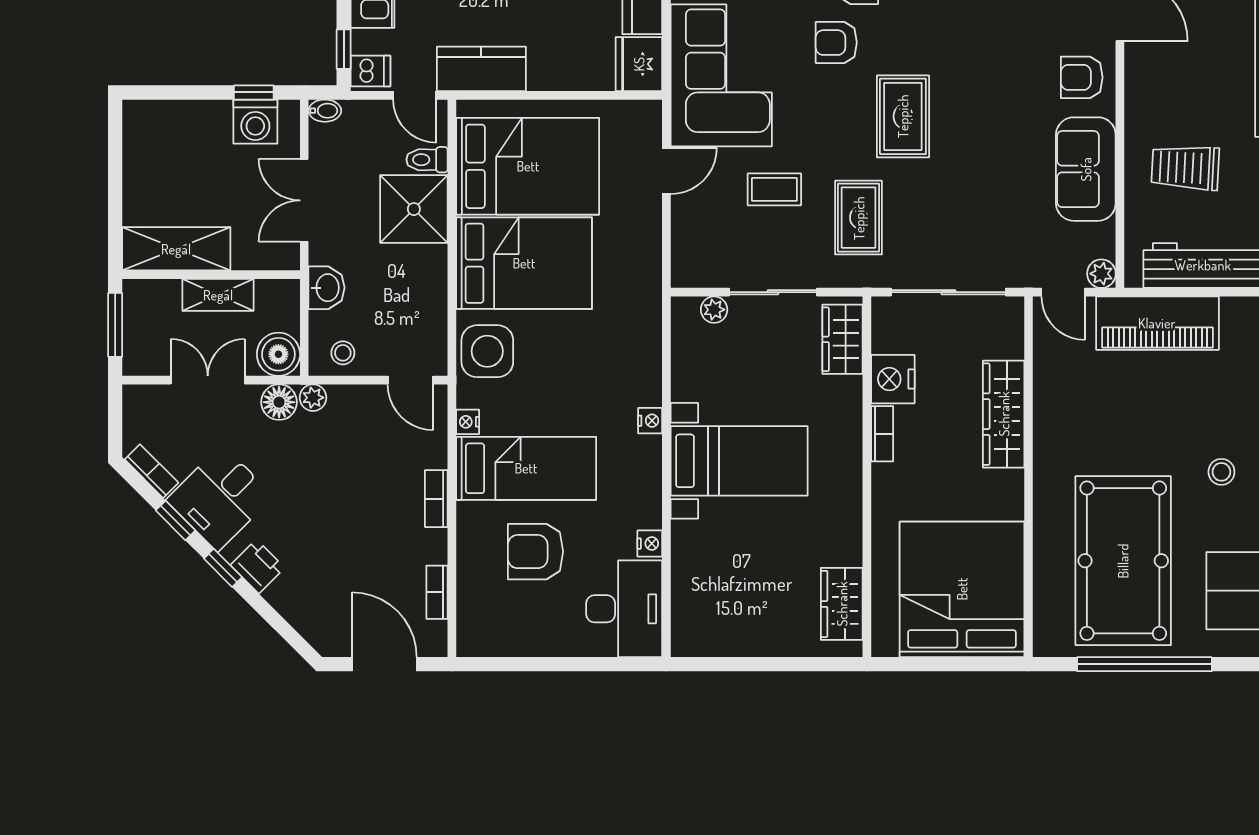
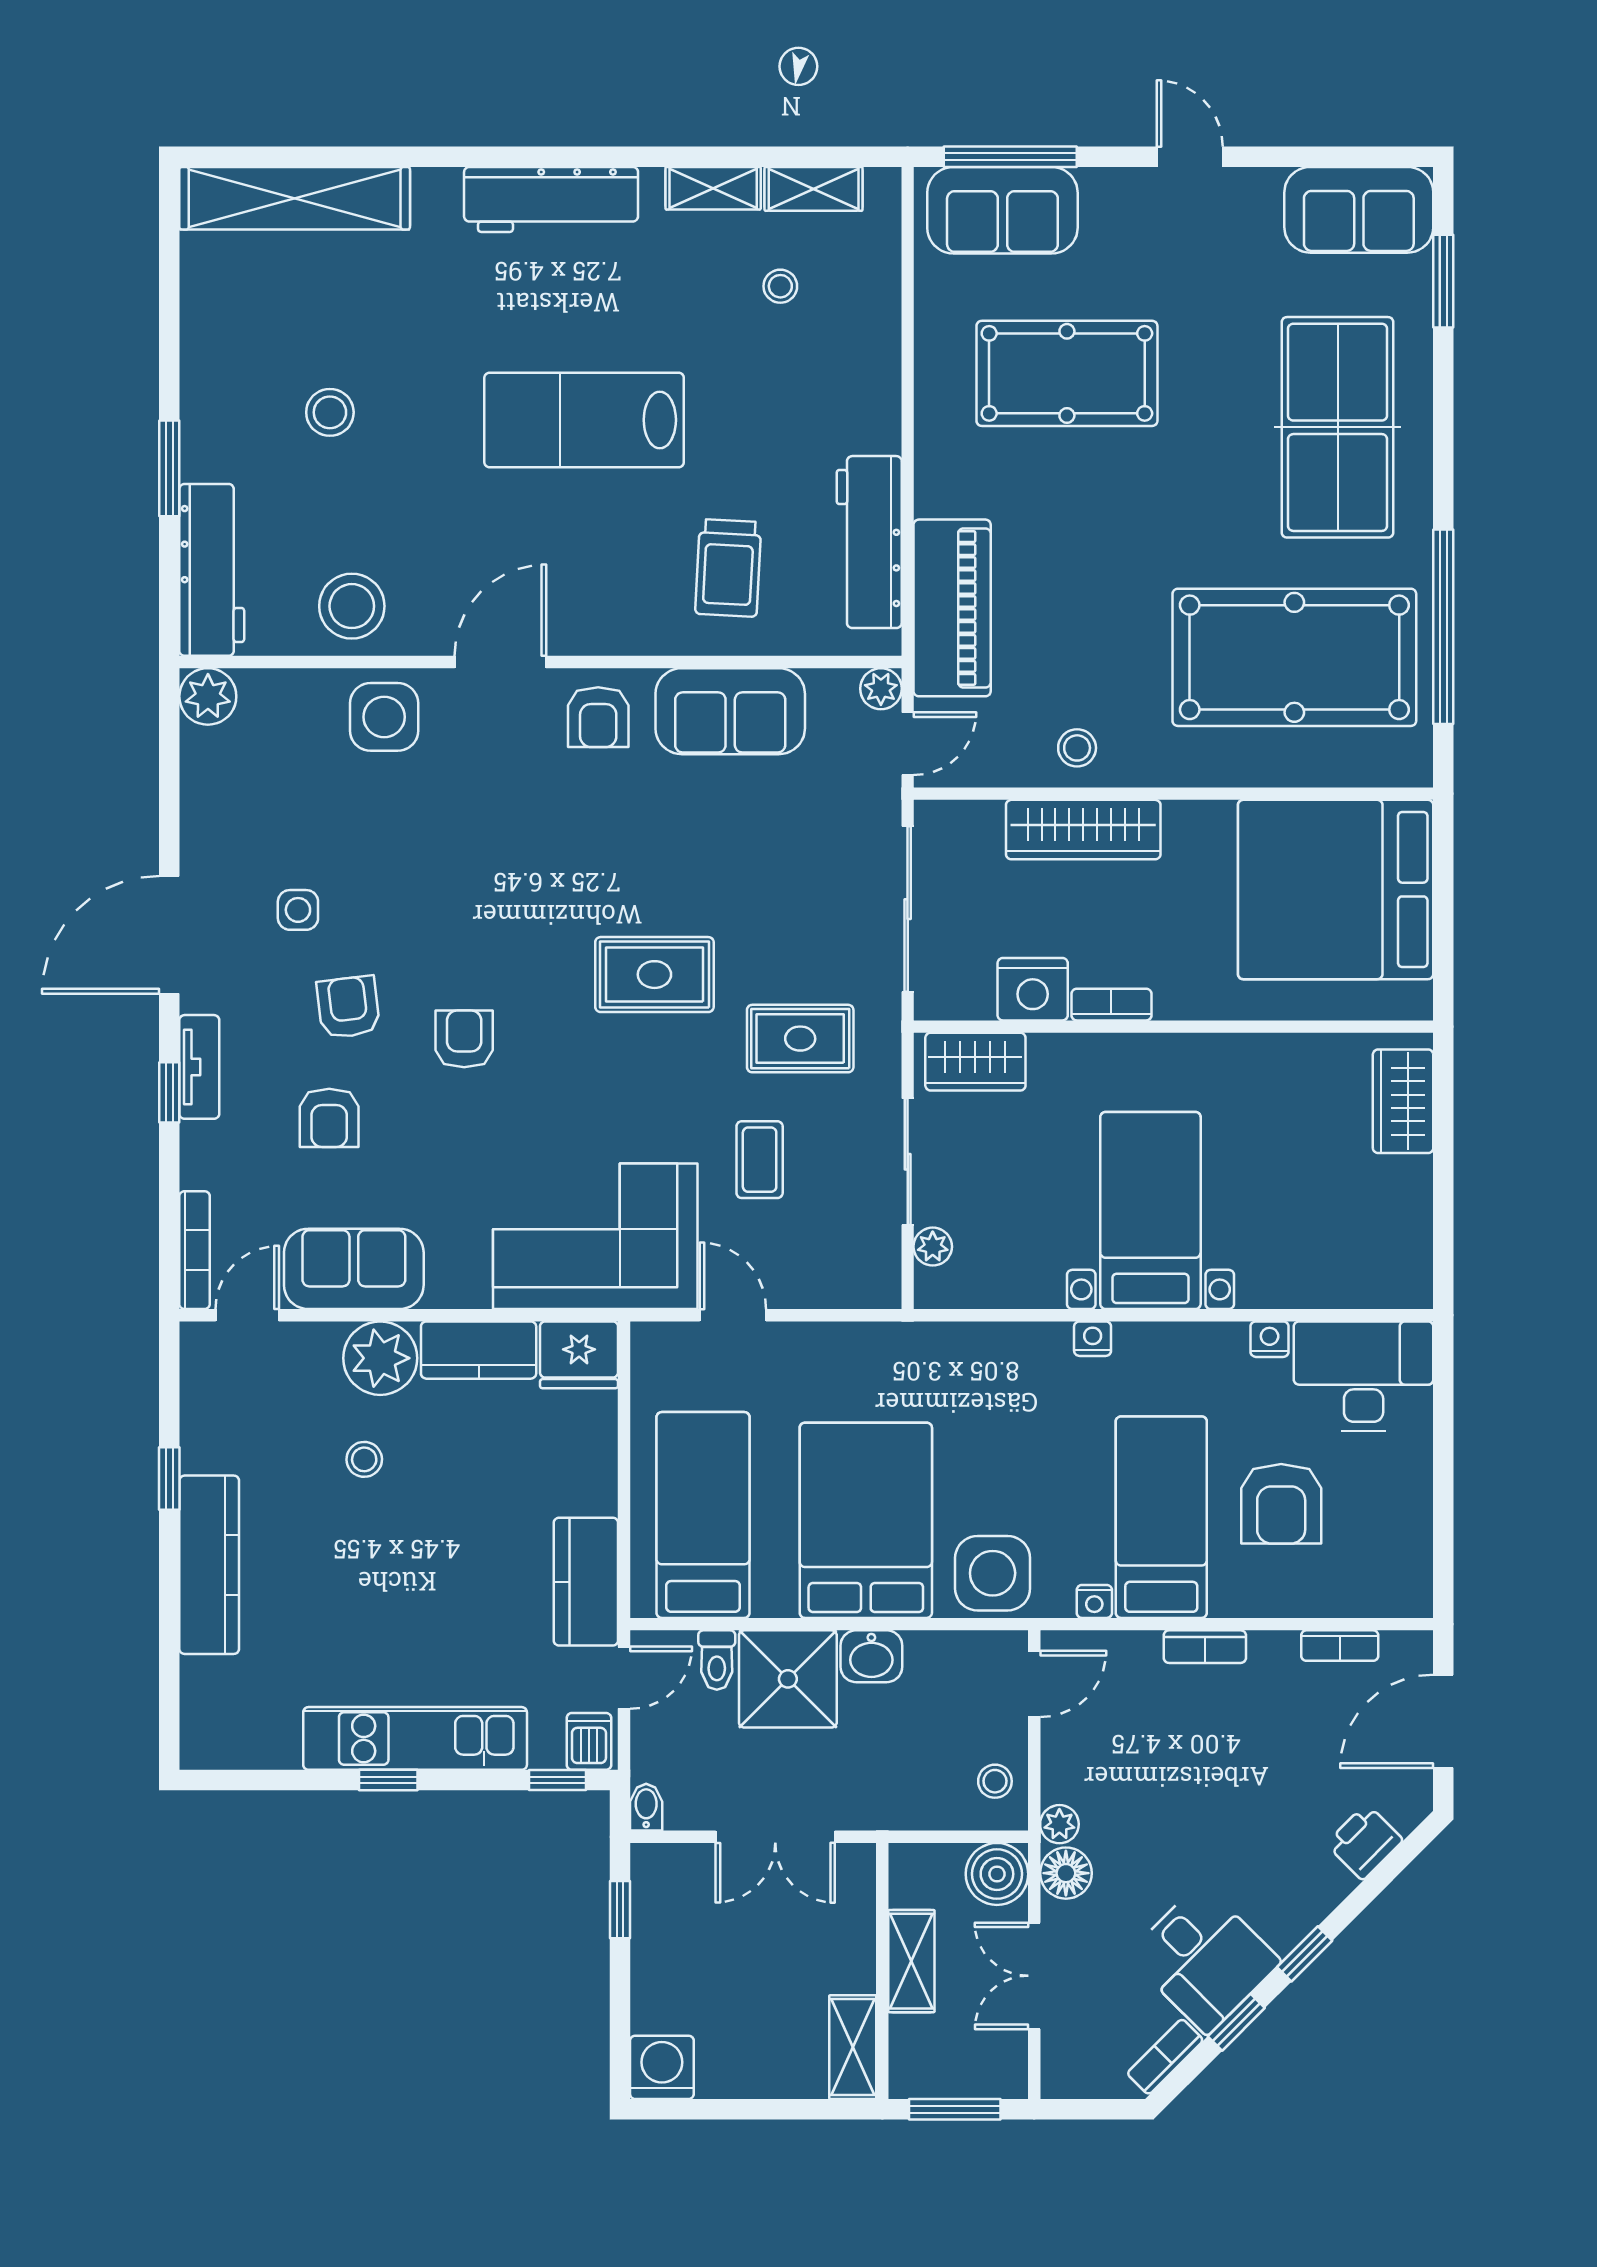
armchair: (836, 43) -> (548, 1071), removed
washing machine: (255, 122) -> (662, 2067), moved, turned -90
bed: (528, 166) -> (703, 1515), width x0.67
shelving: (176, 249) -> (853, 2047), width x0.67, depth x0.75
washbasin: (327, 288) -> (871, 1656), moved, turned 180
stool: (1221, 472) -> (1077, 748), moved
printer: (258, 566) -> (1365, 1842), moved
wardrobe: (842, 604) -> (1403, 1101), moved, turned 90

